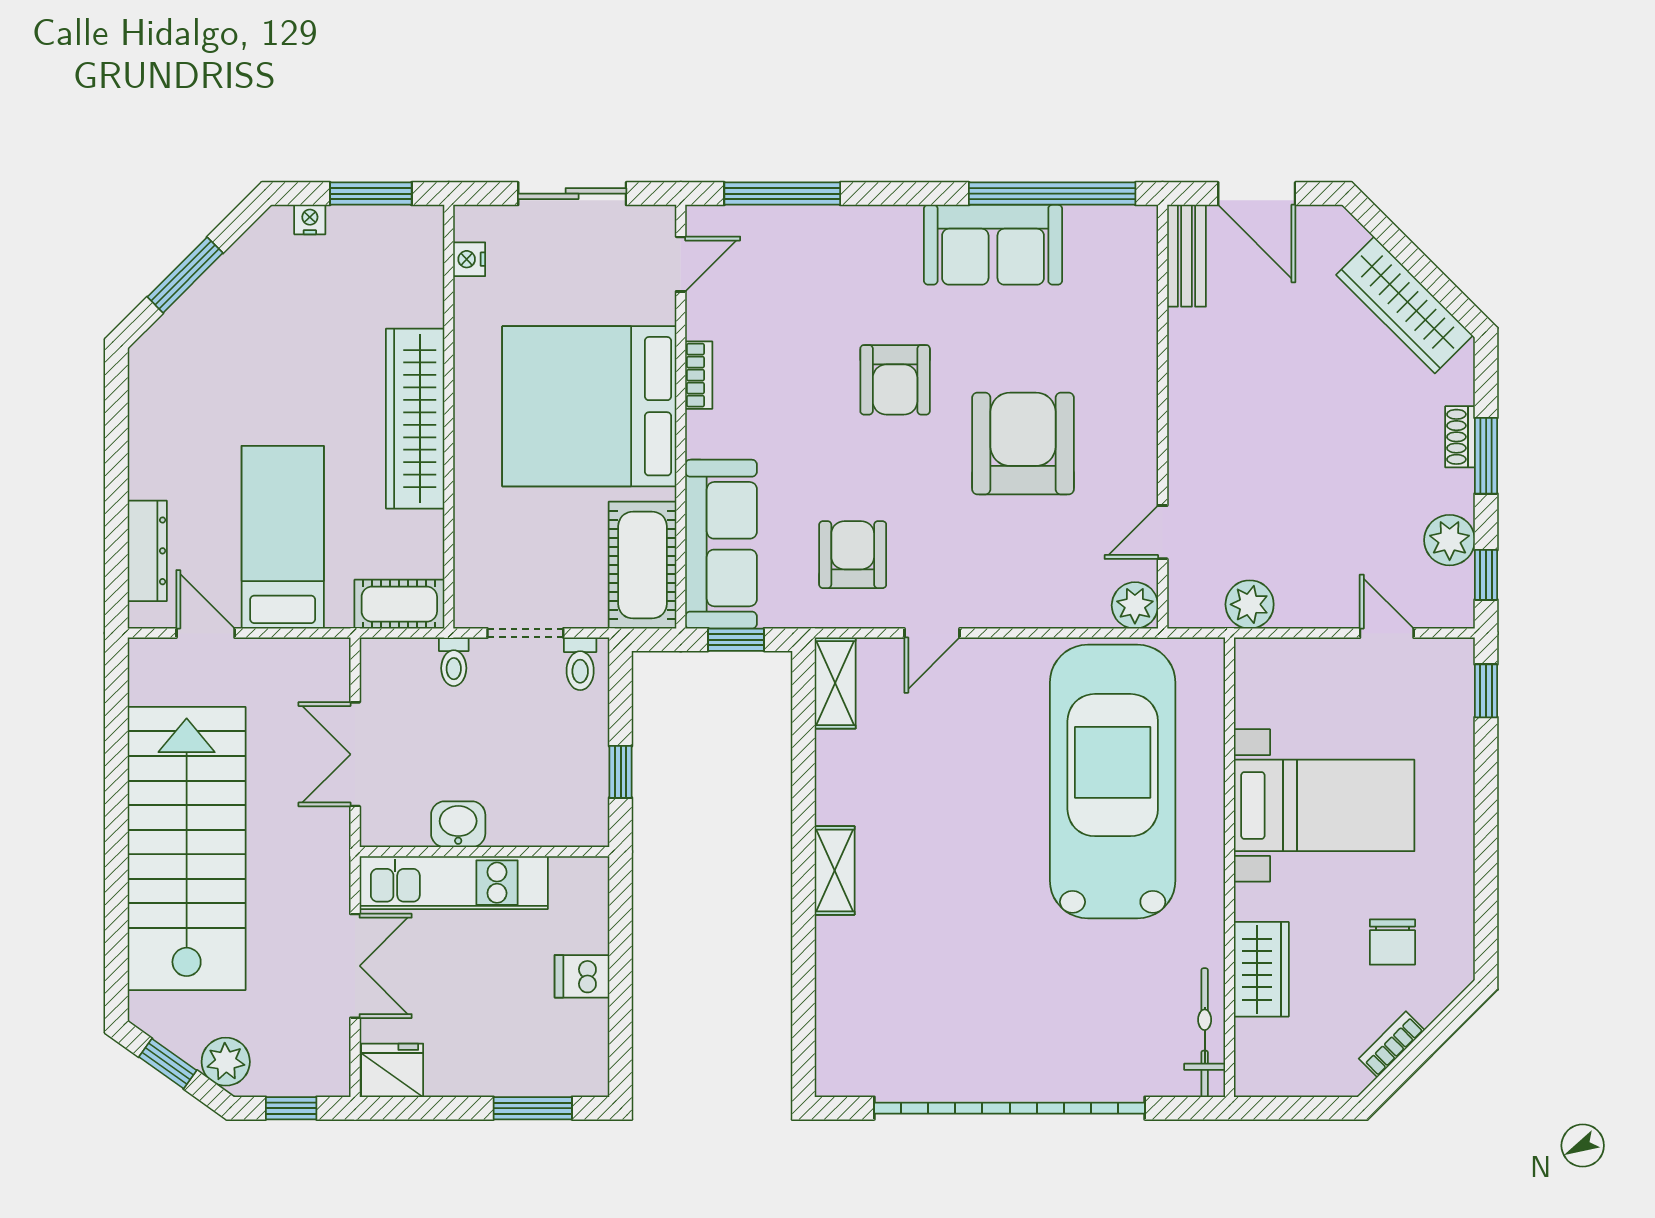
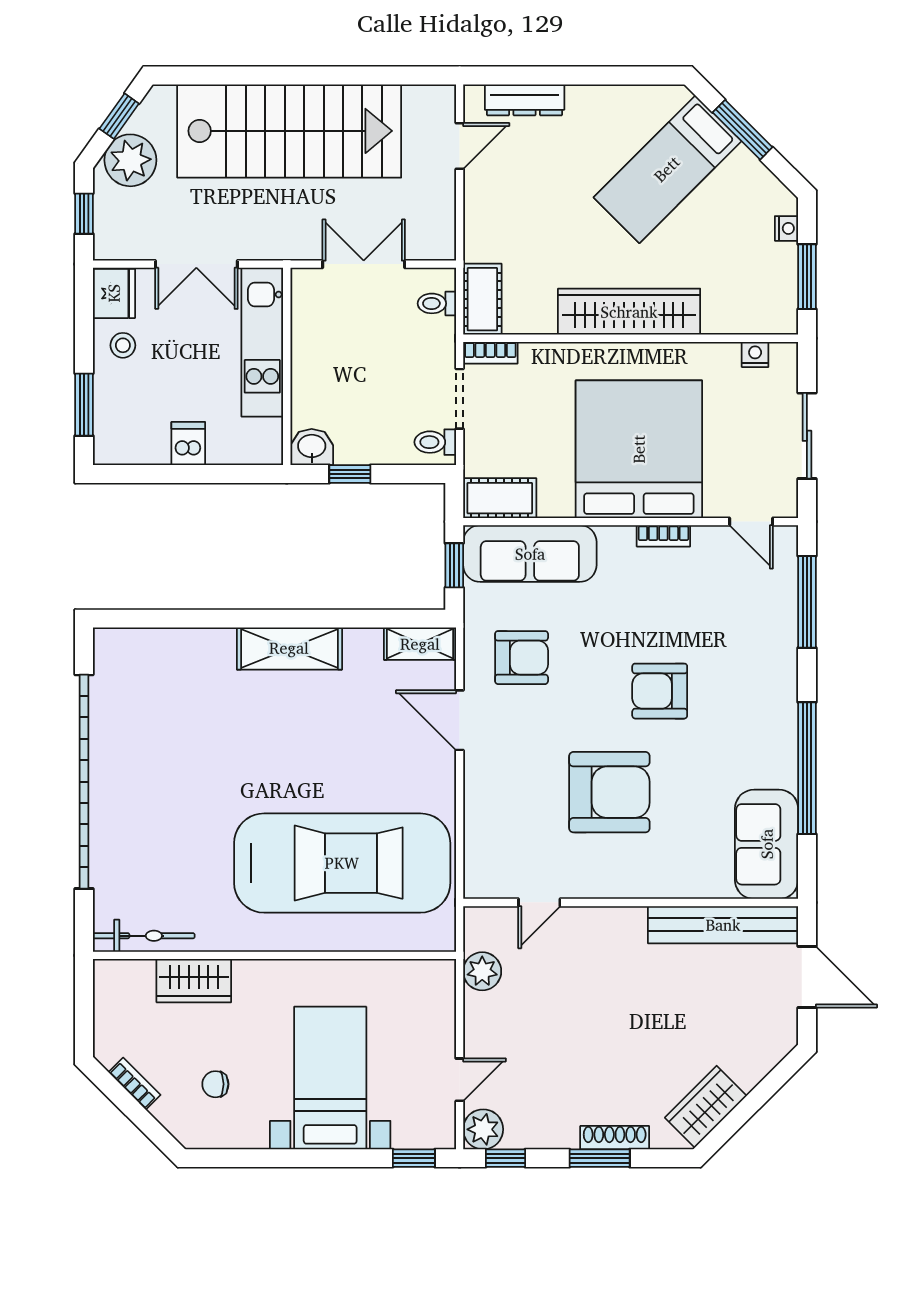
window: (1052, 194) -> (807, 768), moved
door: (1257, 194) -> (807, 977), swing flipped
sofa: (993, 245) -> (767, 844), moved
bench: (1186, 256) -> (723, 925), width x1.86, depth x1.21
wardrobe: (1404, 305) -> (706, 1107), width x0.67
shoe rack: (1460, 437) -> (615, 1138), width x1.43
door: (1163, 532) -> (539, 902), swing flipped
bed: (283, 537) -> (667, 169), moved, turned 135
plant: (1450, 540) -> (483, 1129), moved
cot: (642, 565) -> (500, 498), width x0.73, depth x0.75
bookcase: (467, 594) -> (490, 353), added
plant: (1135, 605) -> (481, 881), removed
door: (932, 633) -> (460, 720), width x1.38
toilet: (454, 662) -> (437, 303), moved
bed with nightstands: (1324, 805) -> (330, 1078), moved, turned 180
washbasin: (458, 824) -> (312, 447), moved, turned -90
shelving: (835, 870) -> (289, 648), width x1.50, depth x1.33
chair: (1392, 942) -> (215, 1084), width x0.73, depth x0.73
stool: (458, 1059) -> (123, 345), added
plant: (226, 1062) -> (130, 160), width x1.36, depth x1.36

